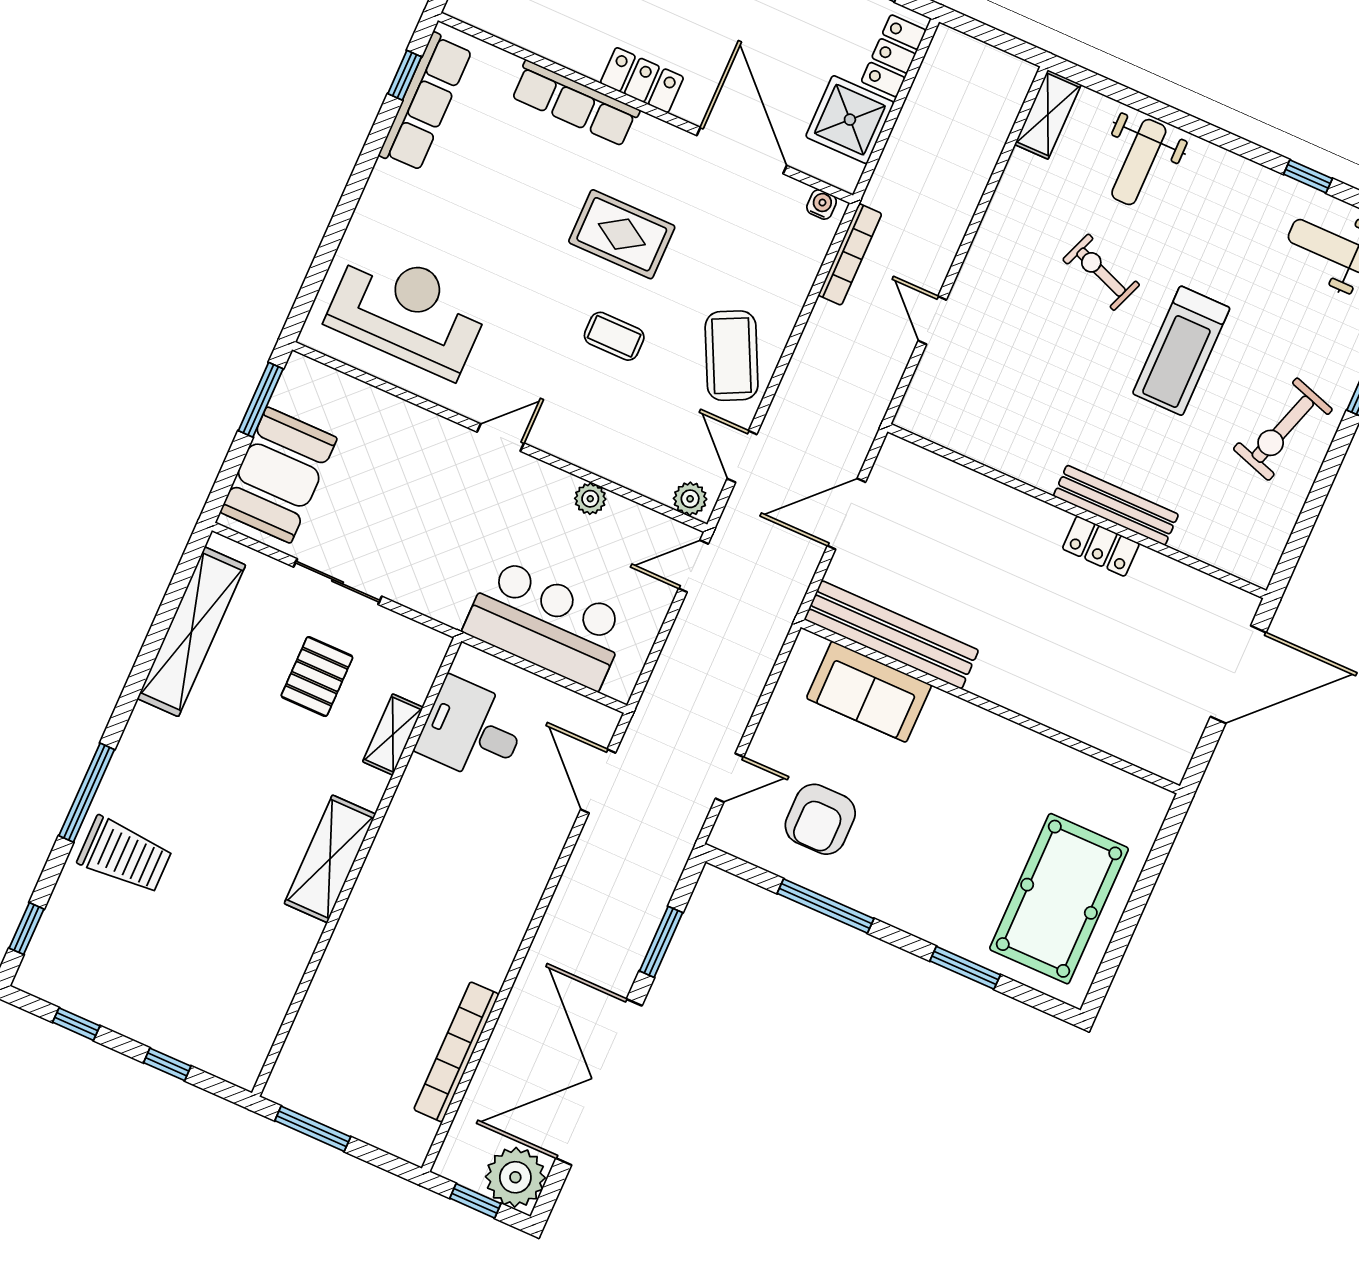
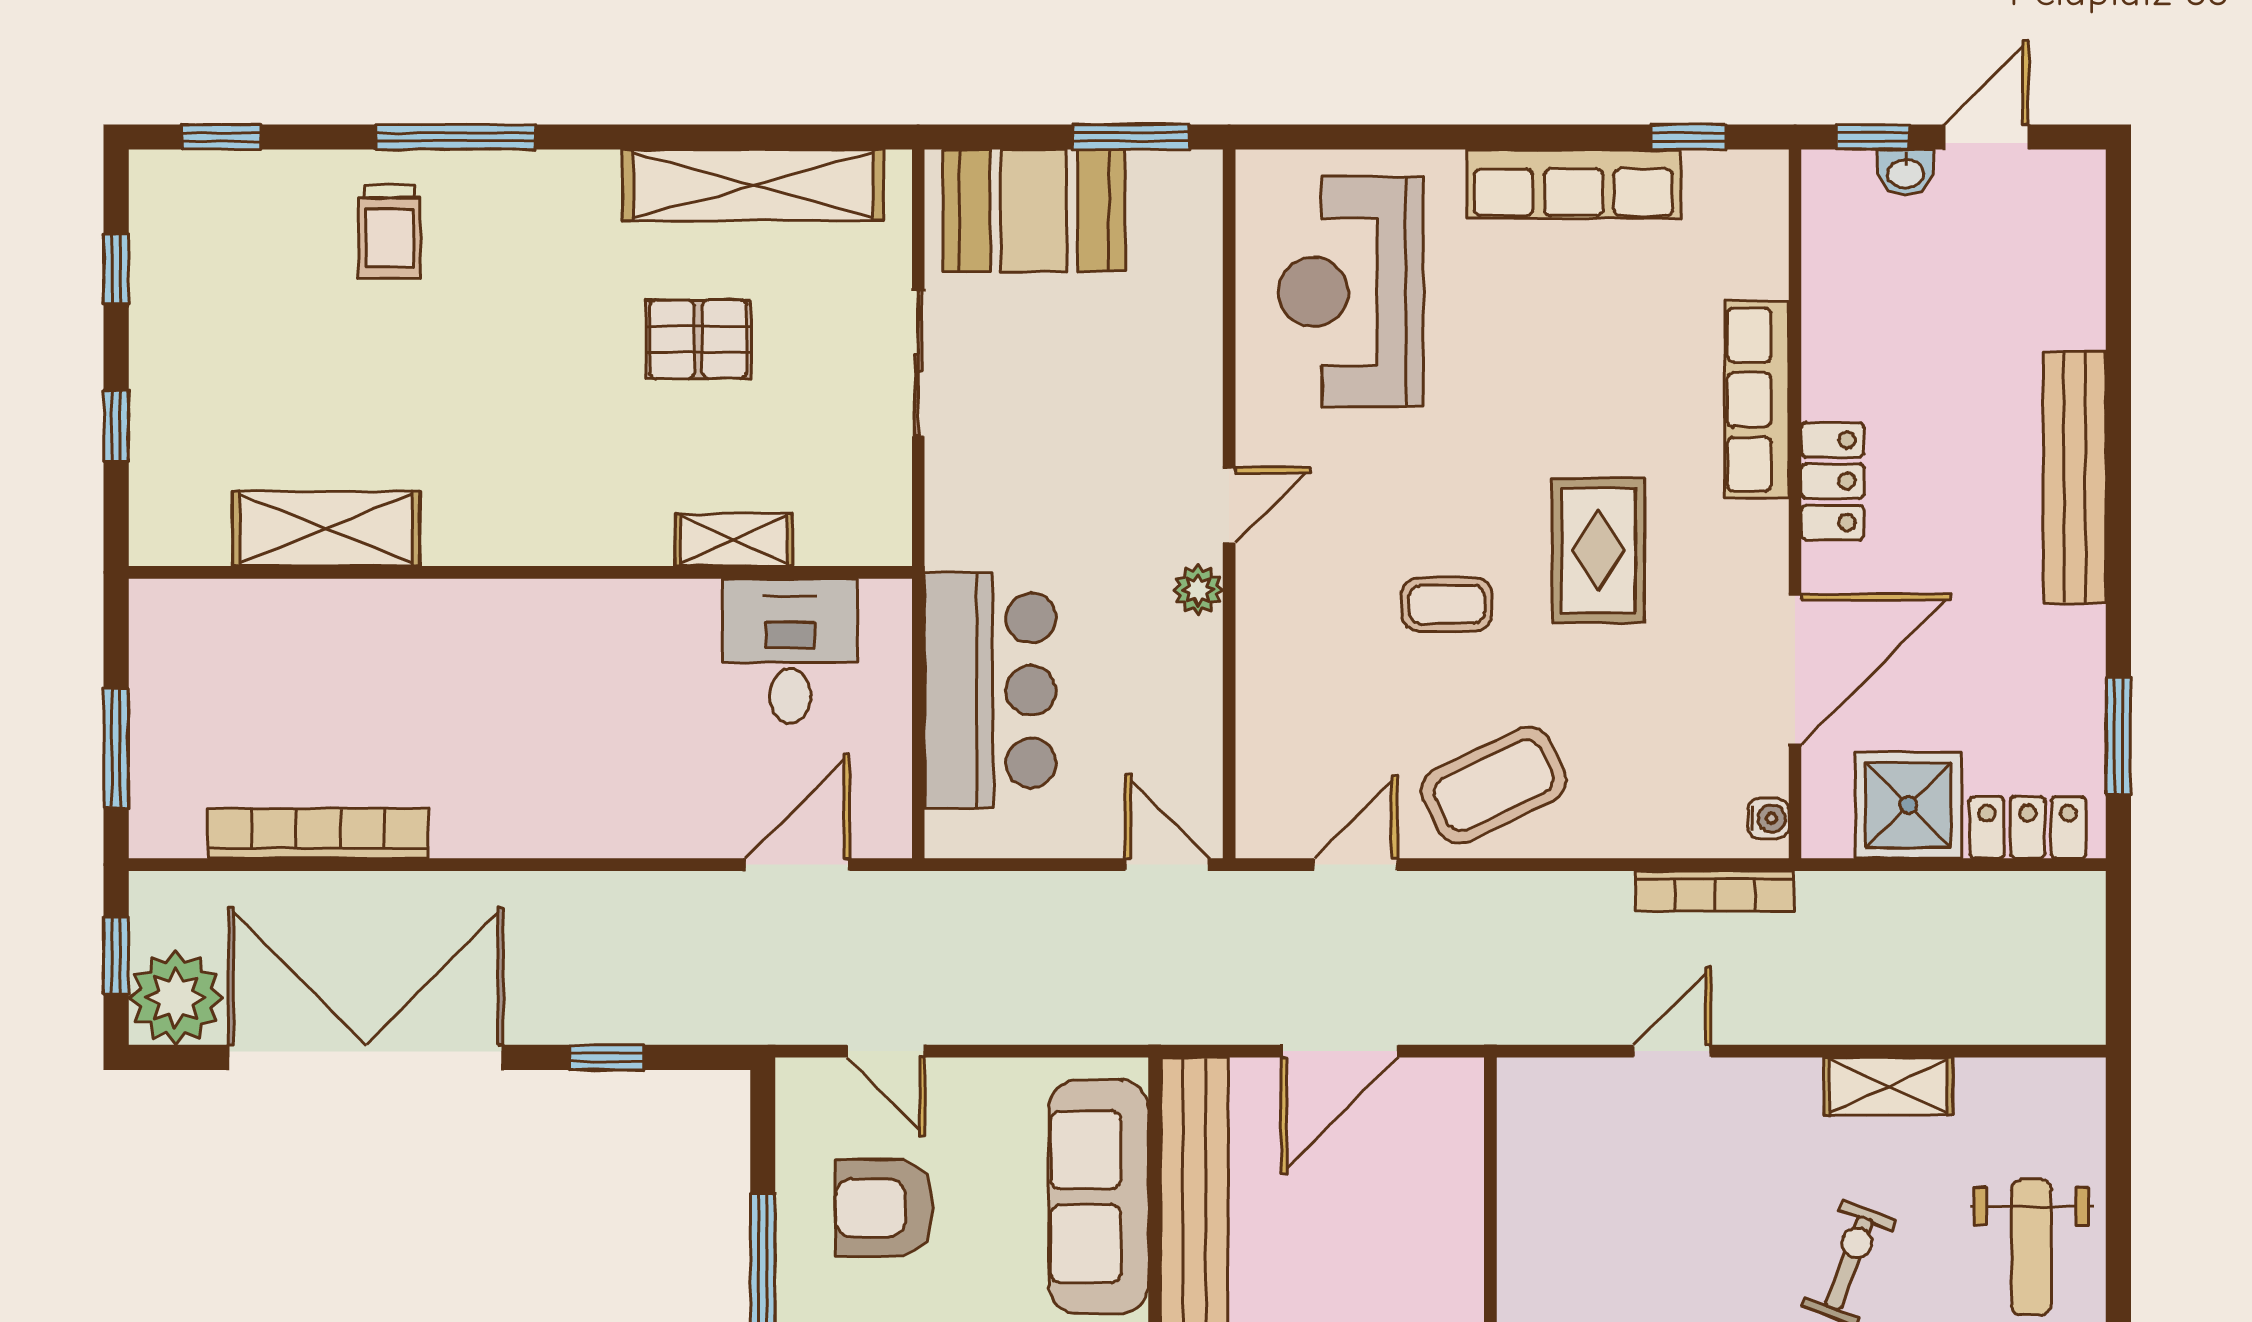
row of seats: (425, 102) -> (1573, 184), moved
shelving: (1048, 114) -> (1888, 1086), moved
weight bench: (1139, 162) -> (2031, 1247), turned -90
reception desk: (408, 312) -> (1351, 292), turned 180
coffee table: (614, 336) -> (1447, 604), turned 90
door: (501, 437) -> (1229, 505), hinge flipped
plant: (590, 499) -> (1198, 590), moved
plant: (690, 499) -> (1262, 817), removed
door: (846, 514) -> (1340, 1051), swing flipped
pallet: (317, 677) -> (698, 339), moved
sofa: (869, 692) -> (1098, 1197), width x1.36
trolley: (125, 855) -> (390, 232), width x0.73, depth x0.72
shelving: (330, 859) -> (326, 529), moved
window: (661, 942) -> (607, 1057), width x0.67
window: (313, 1129) -> (116, 748), moved

